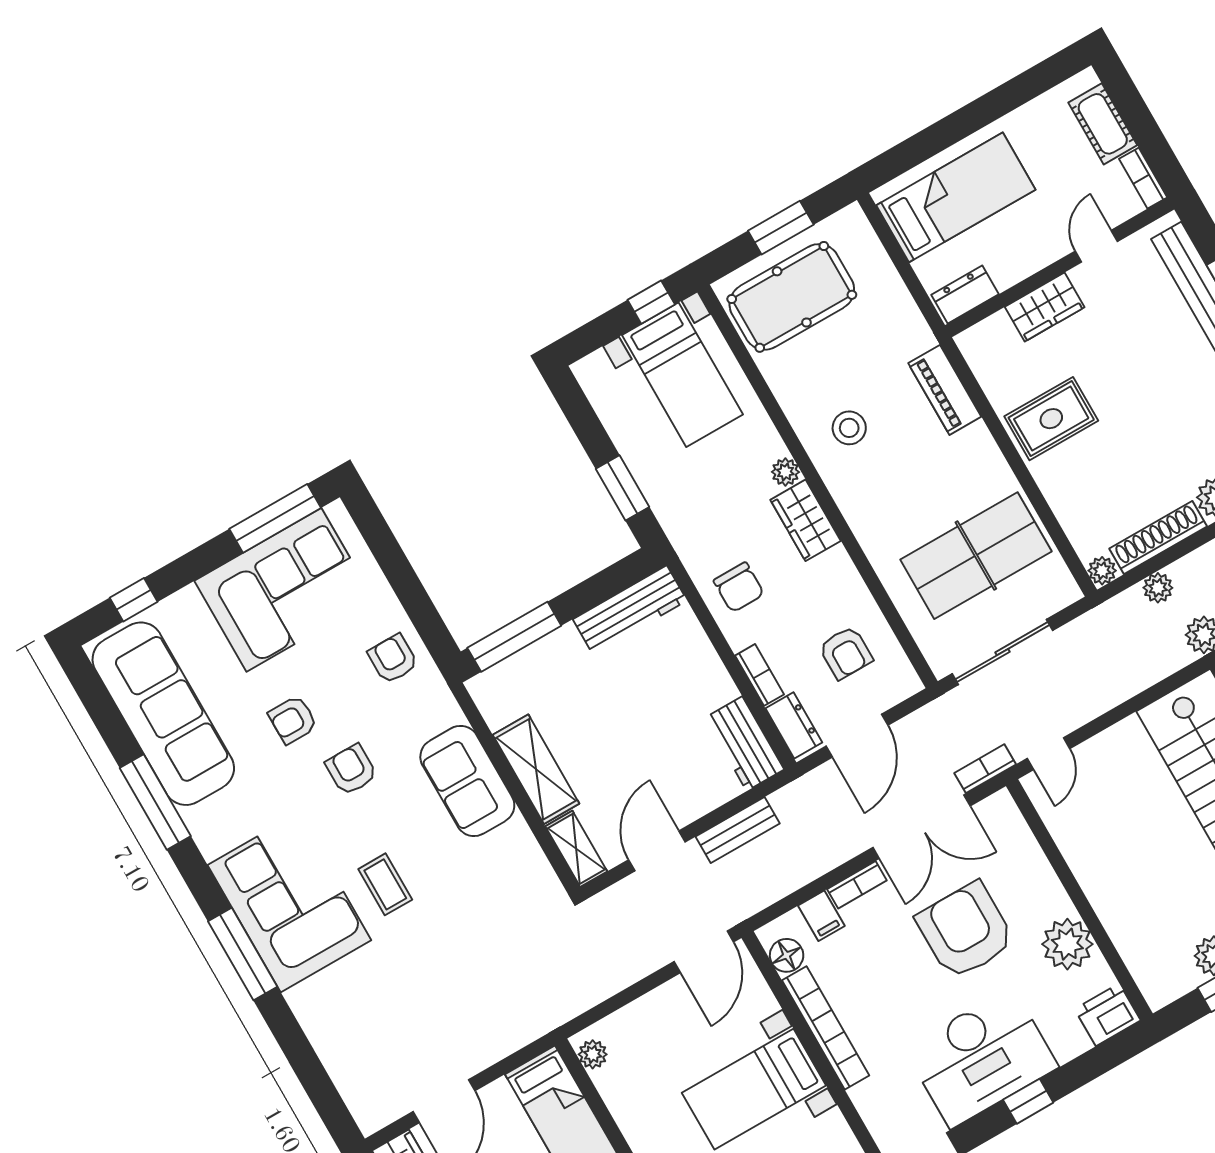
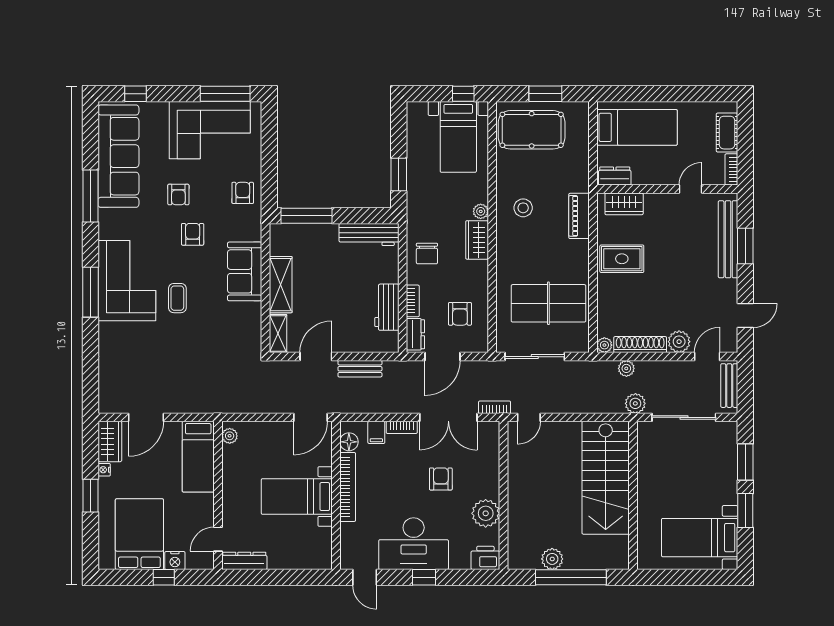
wardrobe: (1045, 307) -> (624, 204), moved
armchair: (293, 720) -> (178, 194), turned -90
workbench: (744, 744) -> (387, 307), moved
armchair: (965, 931) -> (441, 479), width x0.53, depth x0.53

